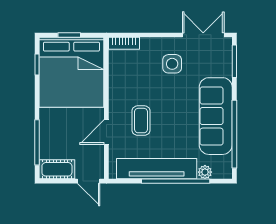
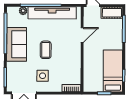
bed: (71, 72) -> (113, 71), width x0.49
sofa: (216, 116) -> (17, 44), width x0.73
coffee table: (141, 121) -> (46, 50), moved

